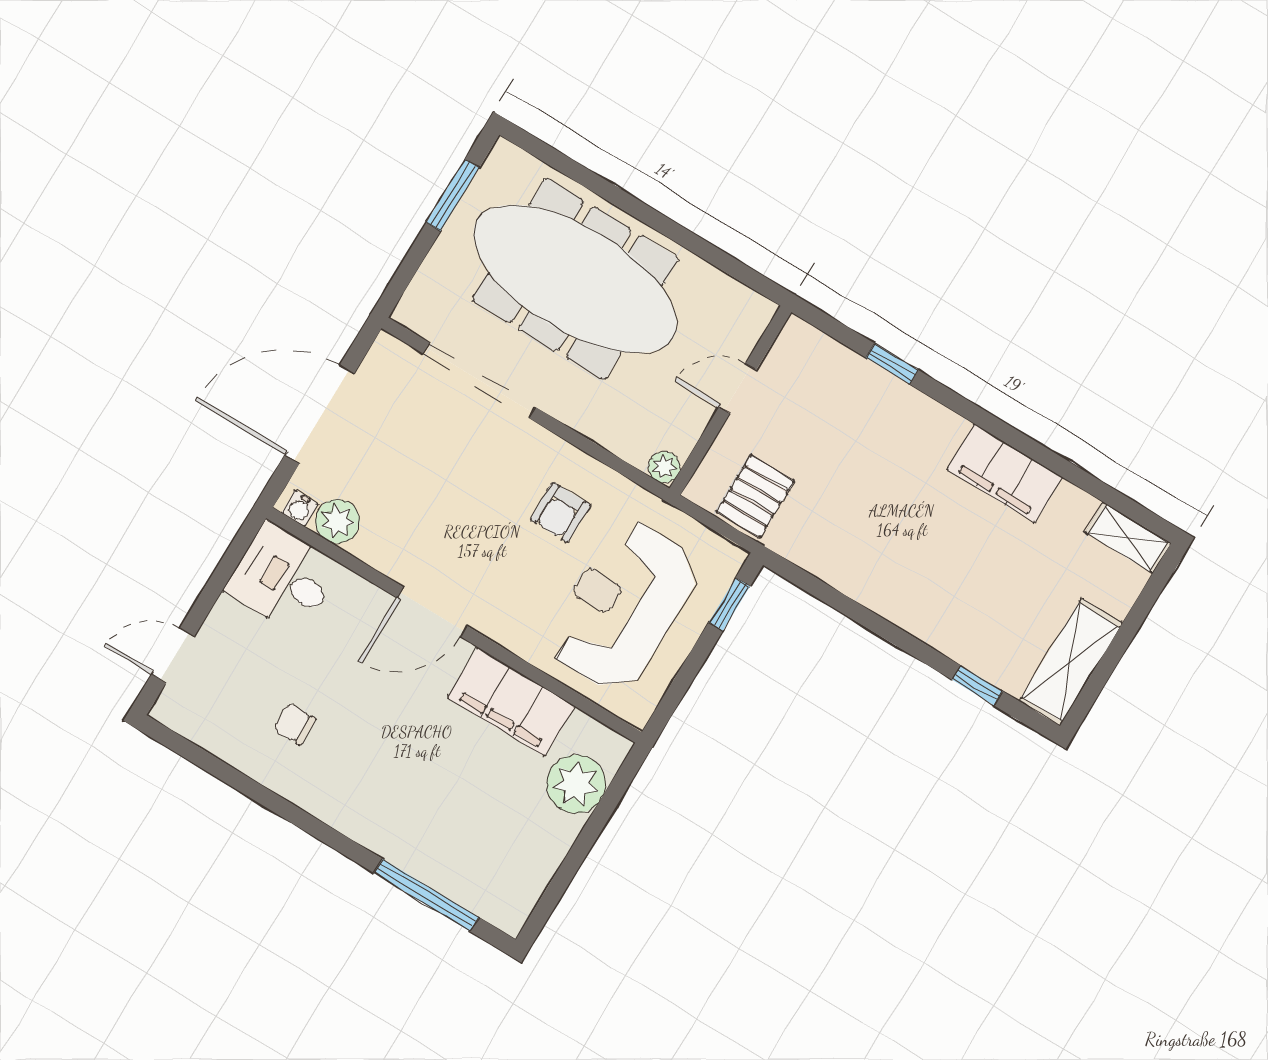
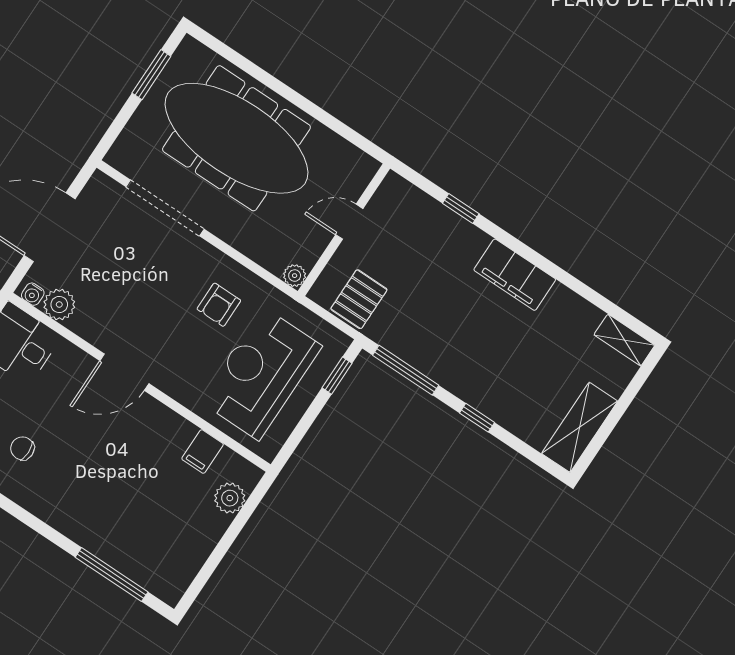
filing cabinet: (1005, 473) -> (515, 275), moved
window: (825, 593) -> (406, 370), added
window: (977, 685) -> (477, 418), moved
filing cabinet: (511, 702) -> (203, 451), width x0.33, depth x0.86
plant: (576, 784) -> (230, 498), width x0.73, depth x0.73

